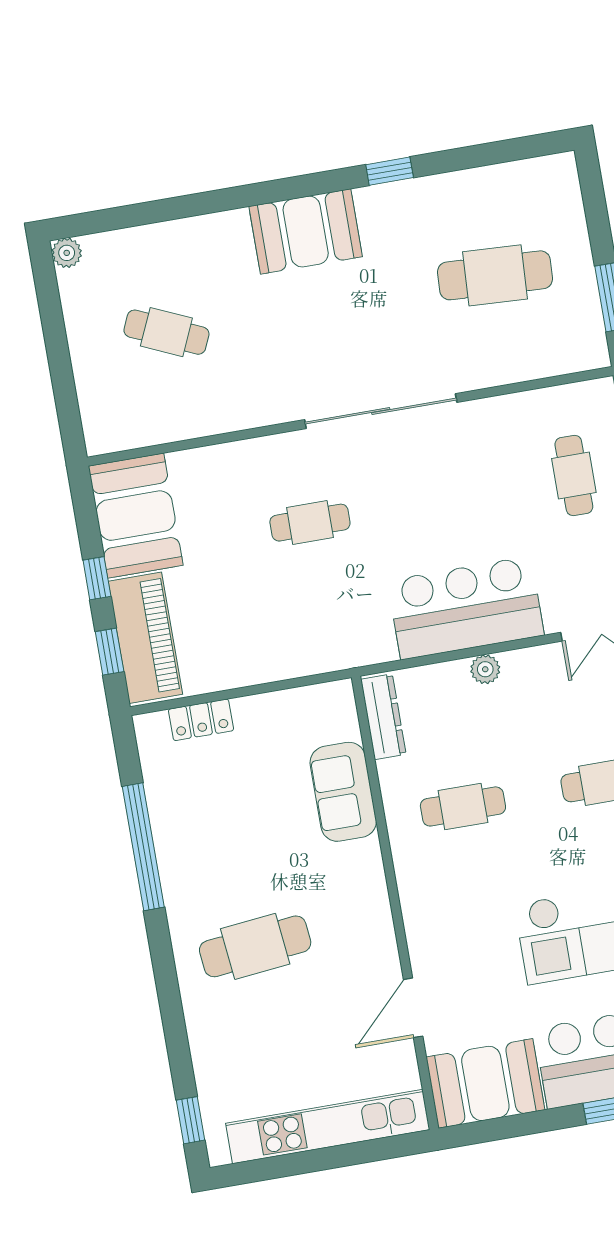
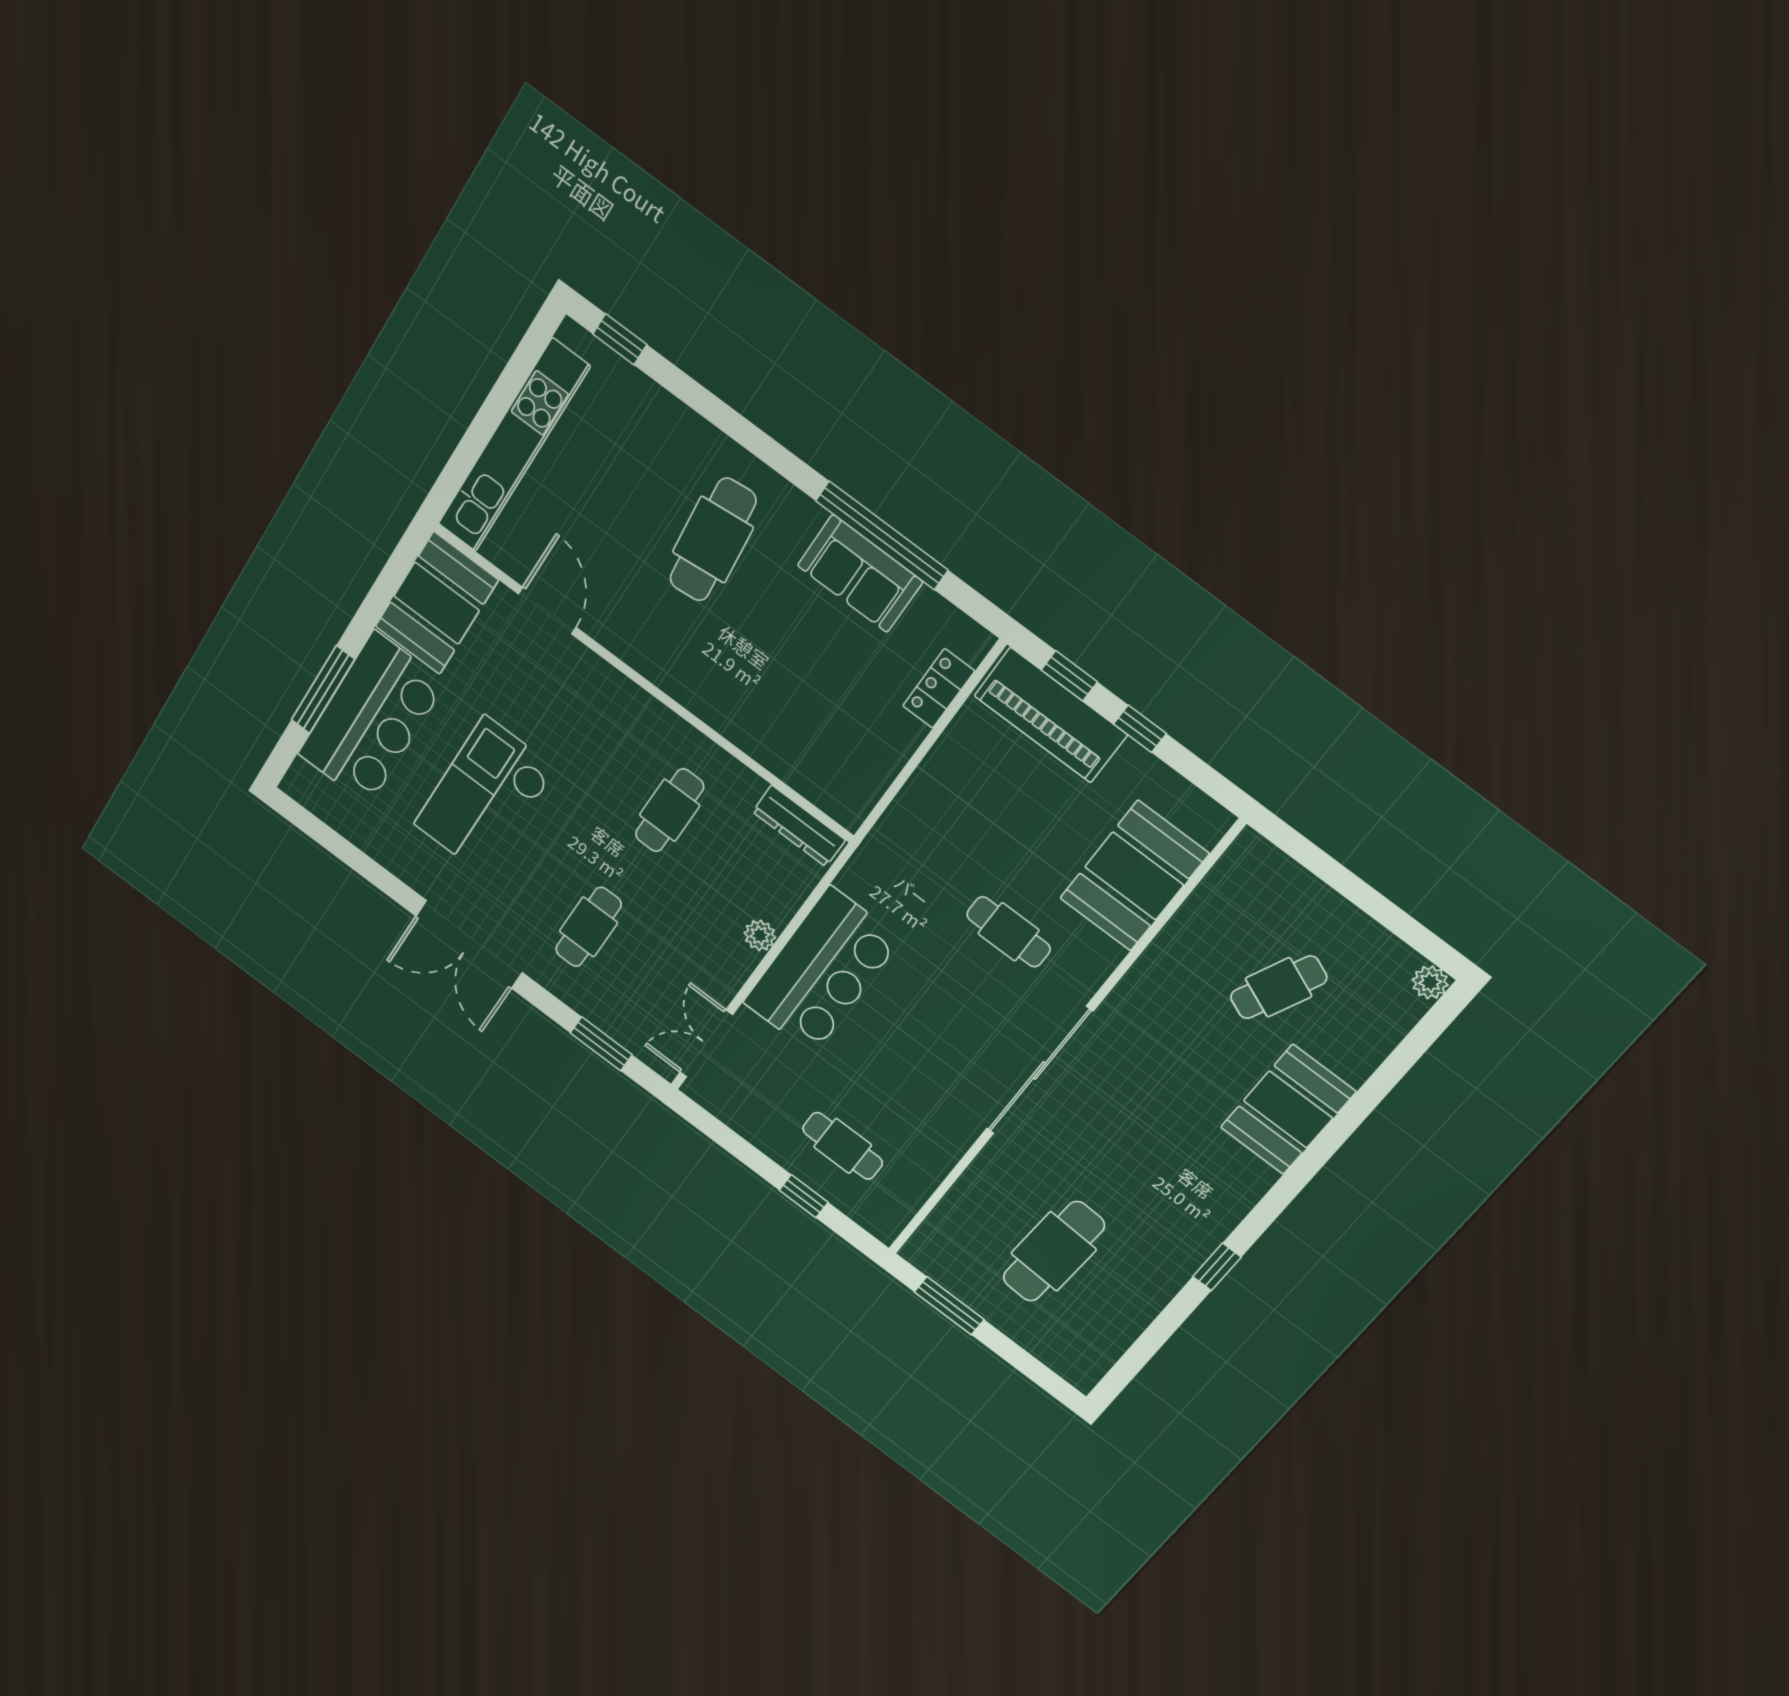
booth: (306, 231) -> (1288, 1110), moved
booth: (136, 516) -> (1134, 876), moved, turned 90
cafe table: (310, 523) -> (1009, 932), turned 90
sofa: (343, 792) -> (860, 574), moved, turned 180

